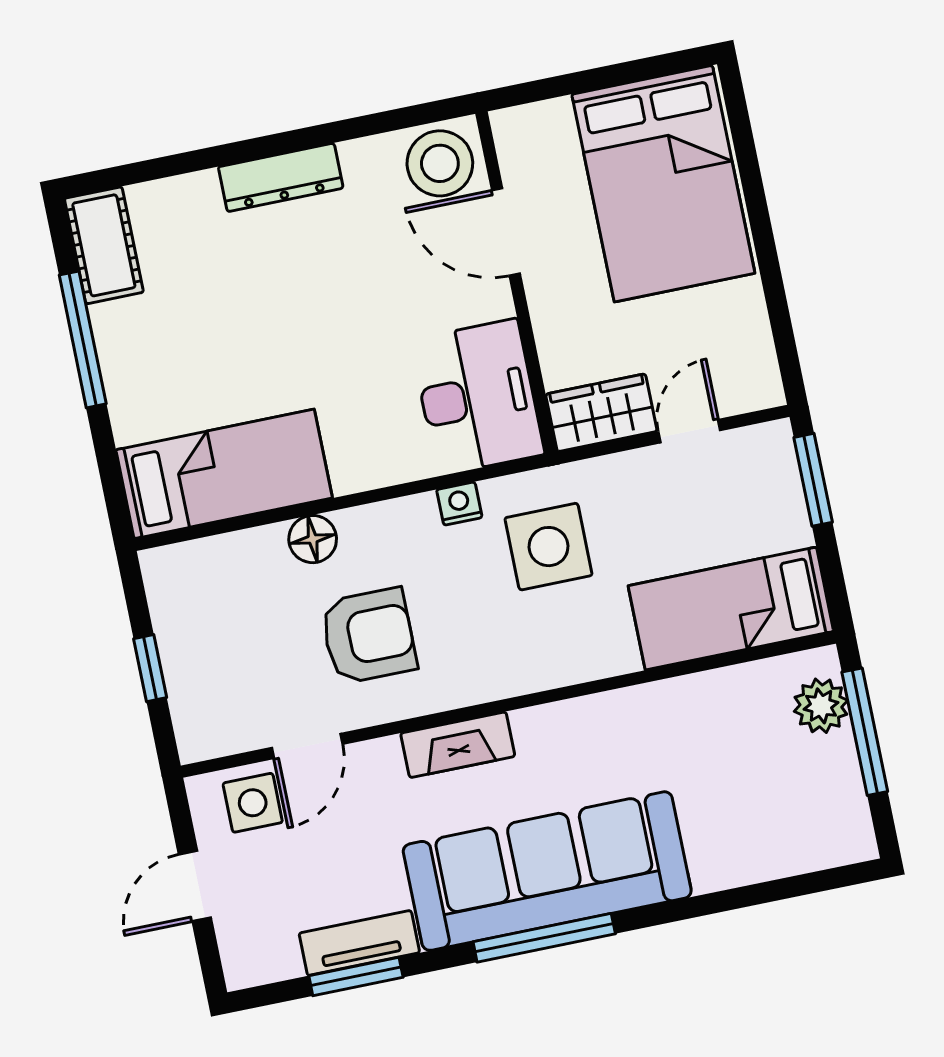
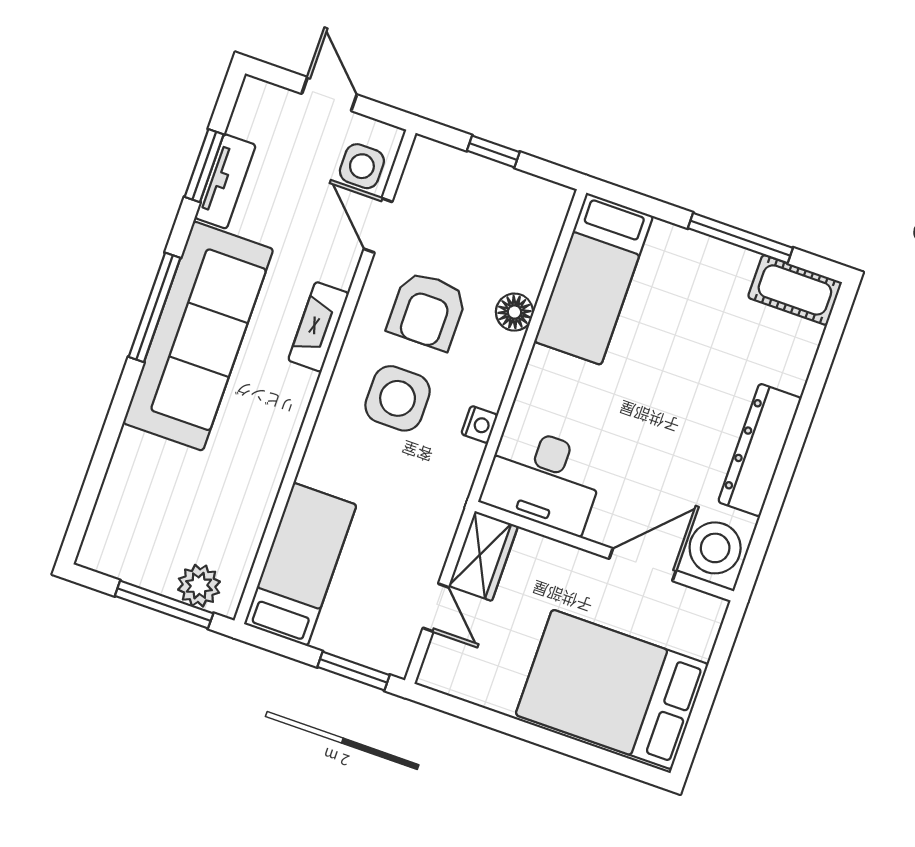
dresser: (281, 177) -> (760, 450), width x1.37, depth x1.24
side table: (548, 547) -> (398, 398), moved

